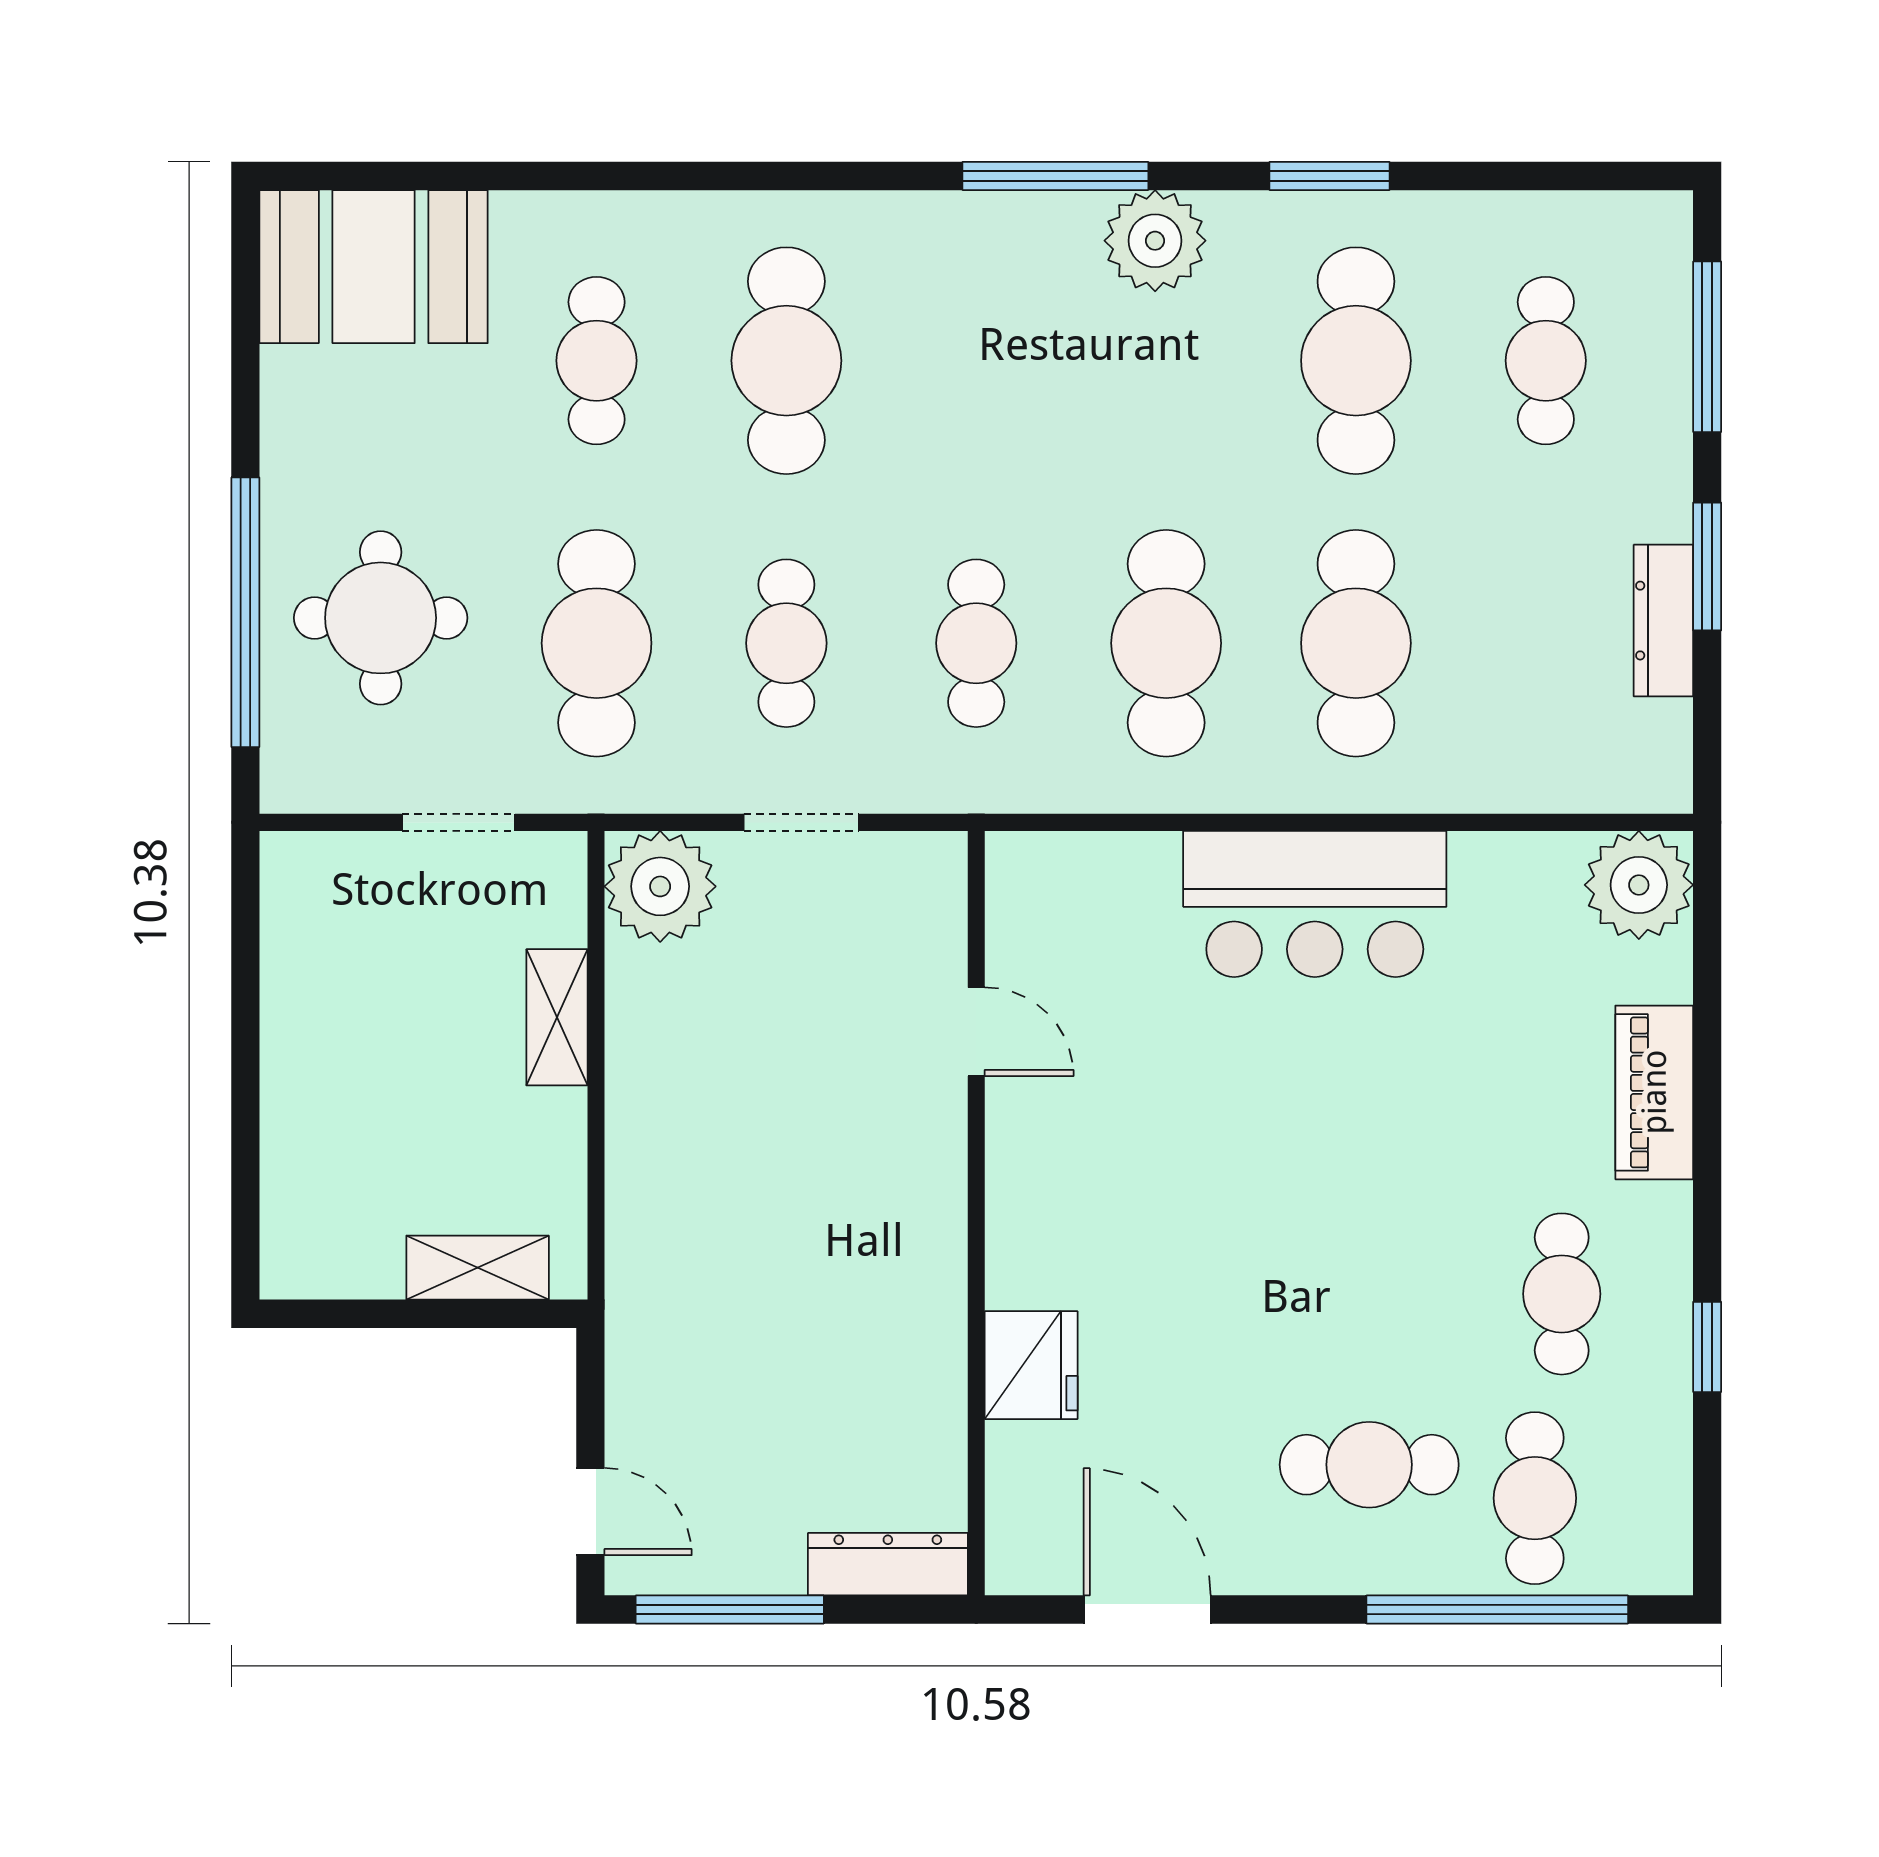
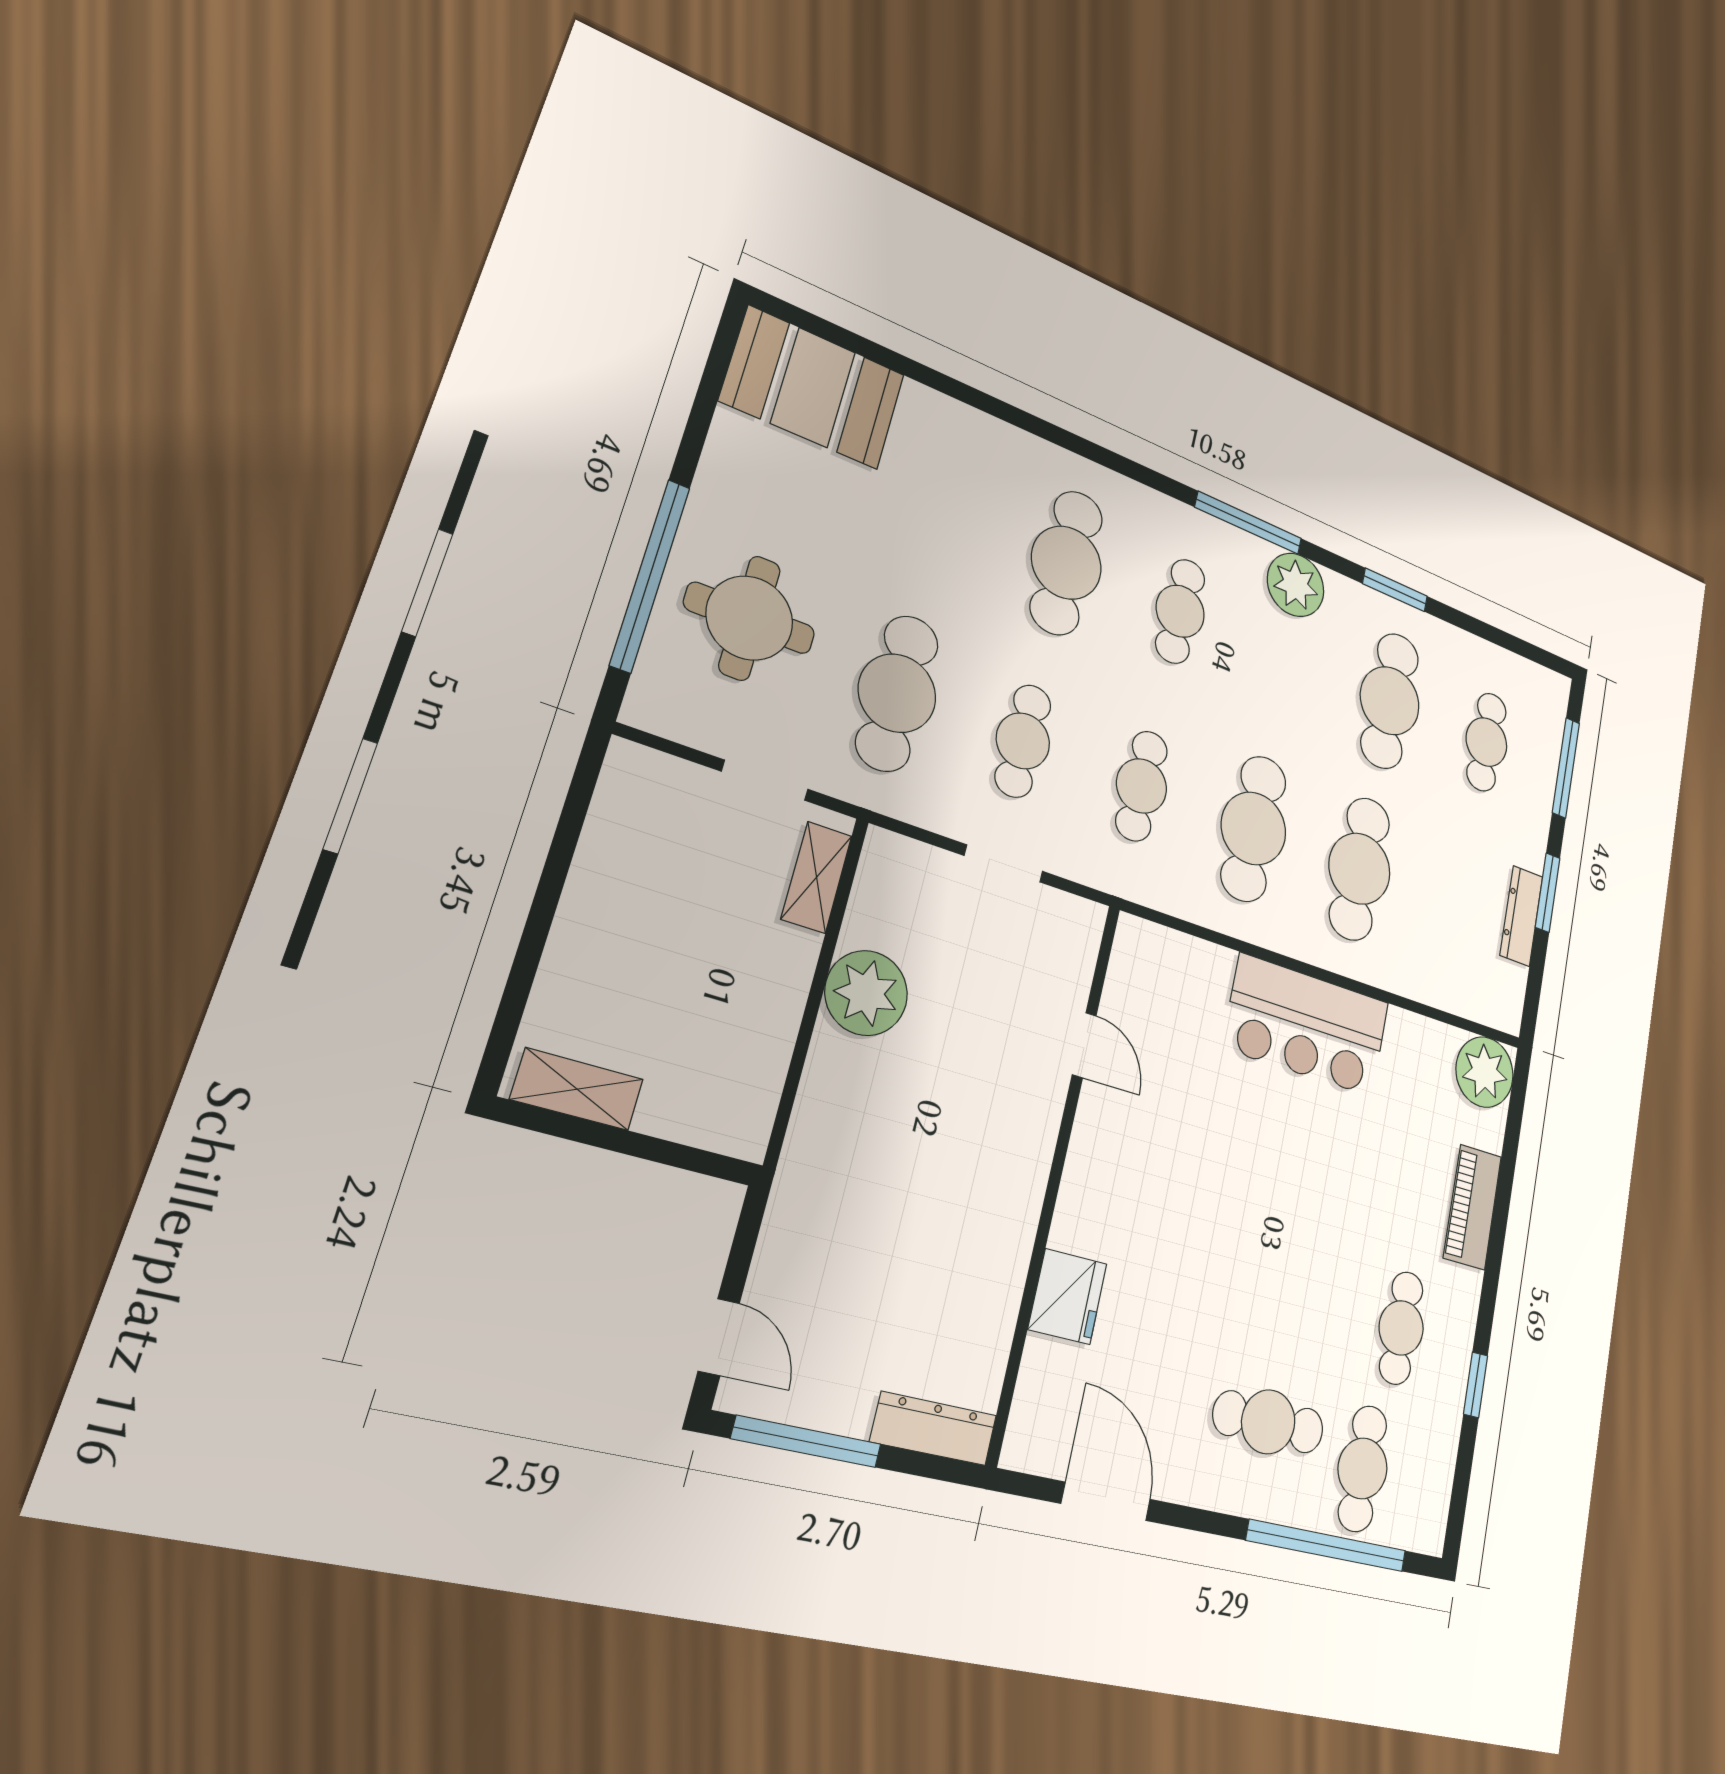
cafe table: (597, 361) -> (1180, 611), moved
plant: (660, 886) -> (866, 993), moved
shelving: (557, 1017) -> (817, 877), moved
shelving: (478, 1268) -> (577, 1089), moved

